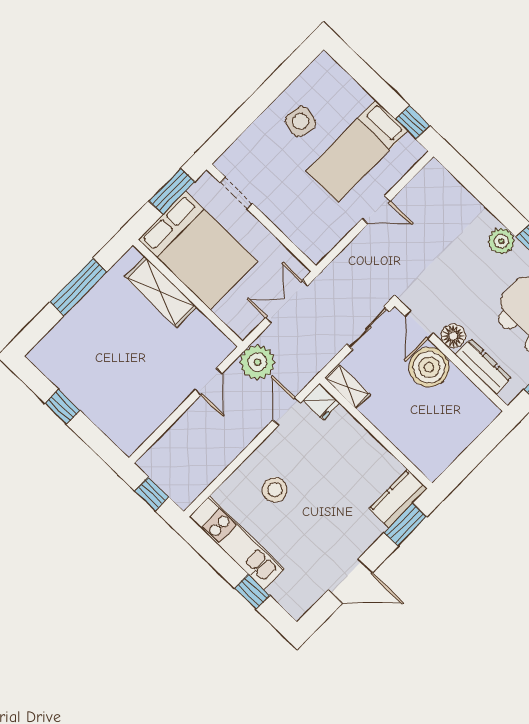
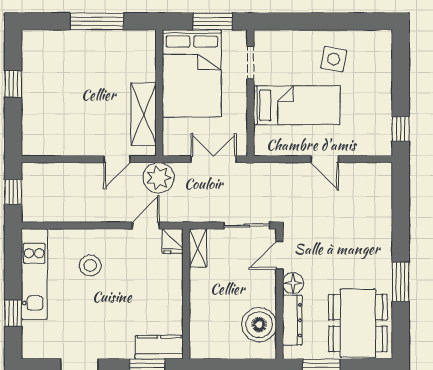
bed: (357, 151) -> (297, 105), moved, turned 180
plant: (501, 241) -> (381, 256), removed
shelving: (161, 292) -> (144, 114), moved
boiler: (429, 367) -> (259, 325), moved

